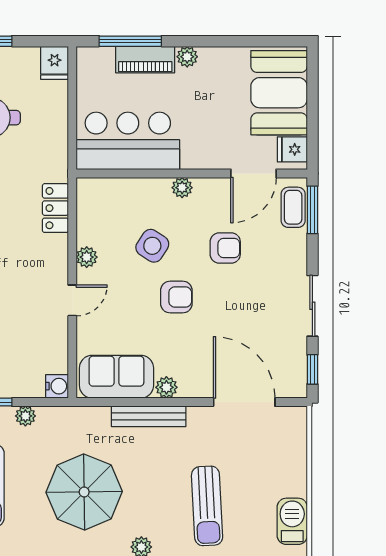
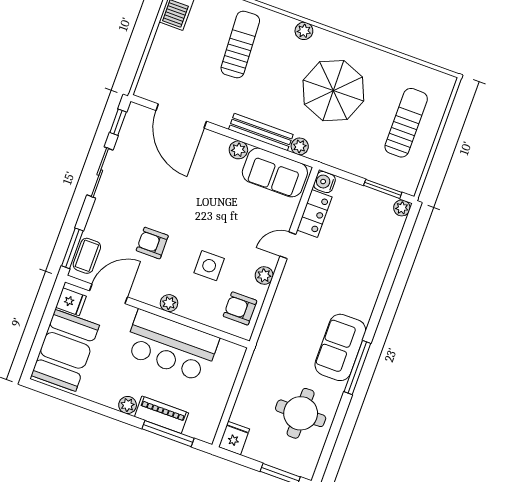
bar counter: (128, 141) -> (171, 346), moved
locker: (55, 208) -> (315, 213), moved
side table: (152, 246) -> (209, 266), turned -33
armchair: (176, 297) -> (240, 308), moved
plant: (25, 416) -> (300, 146), moved

